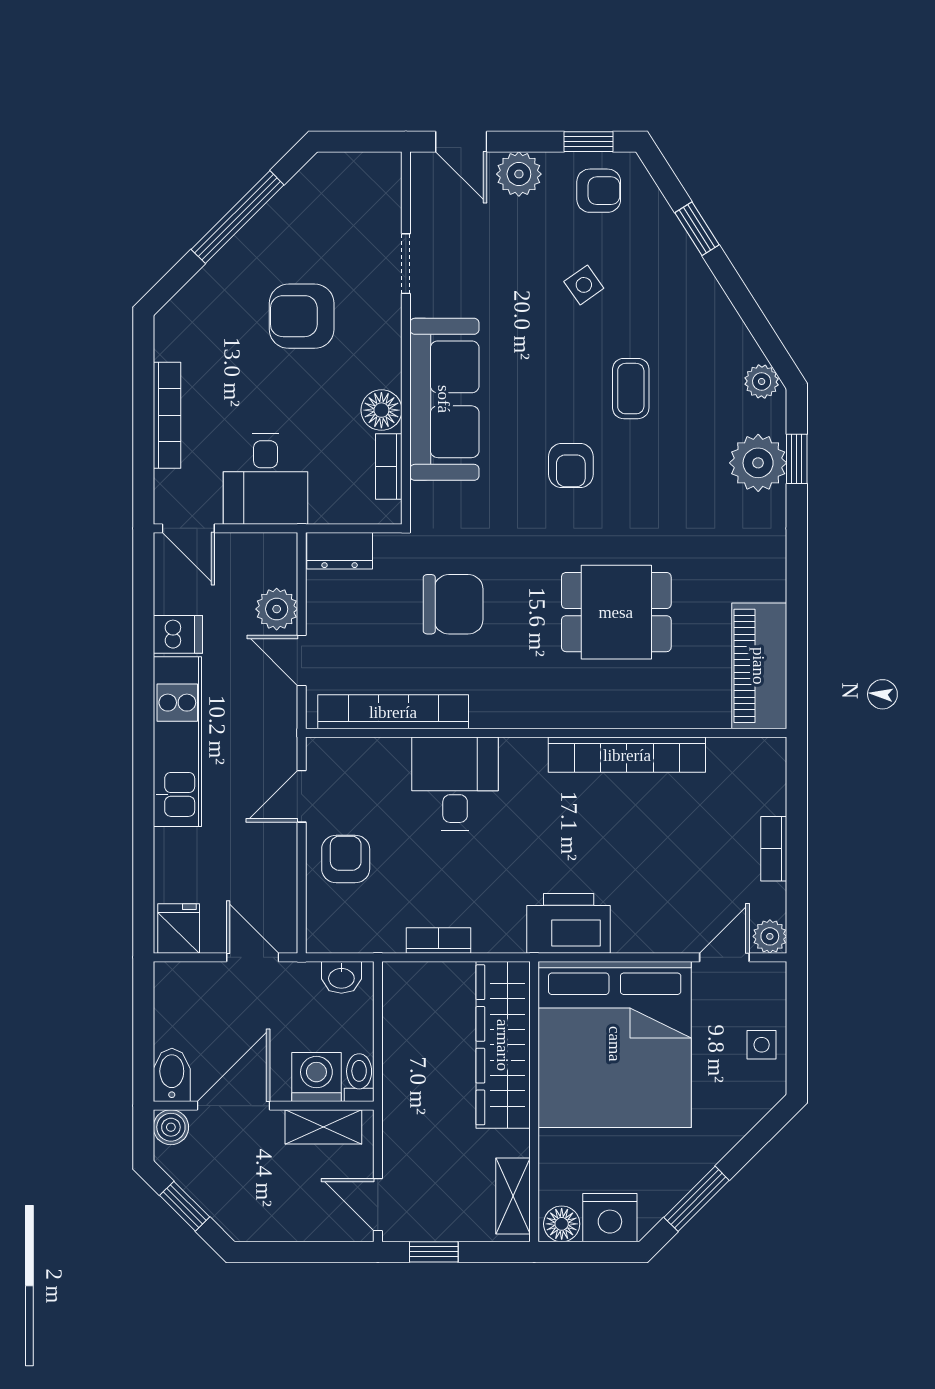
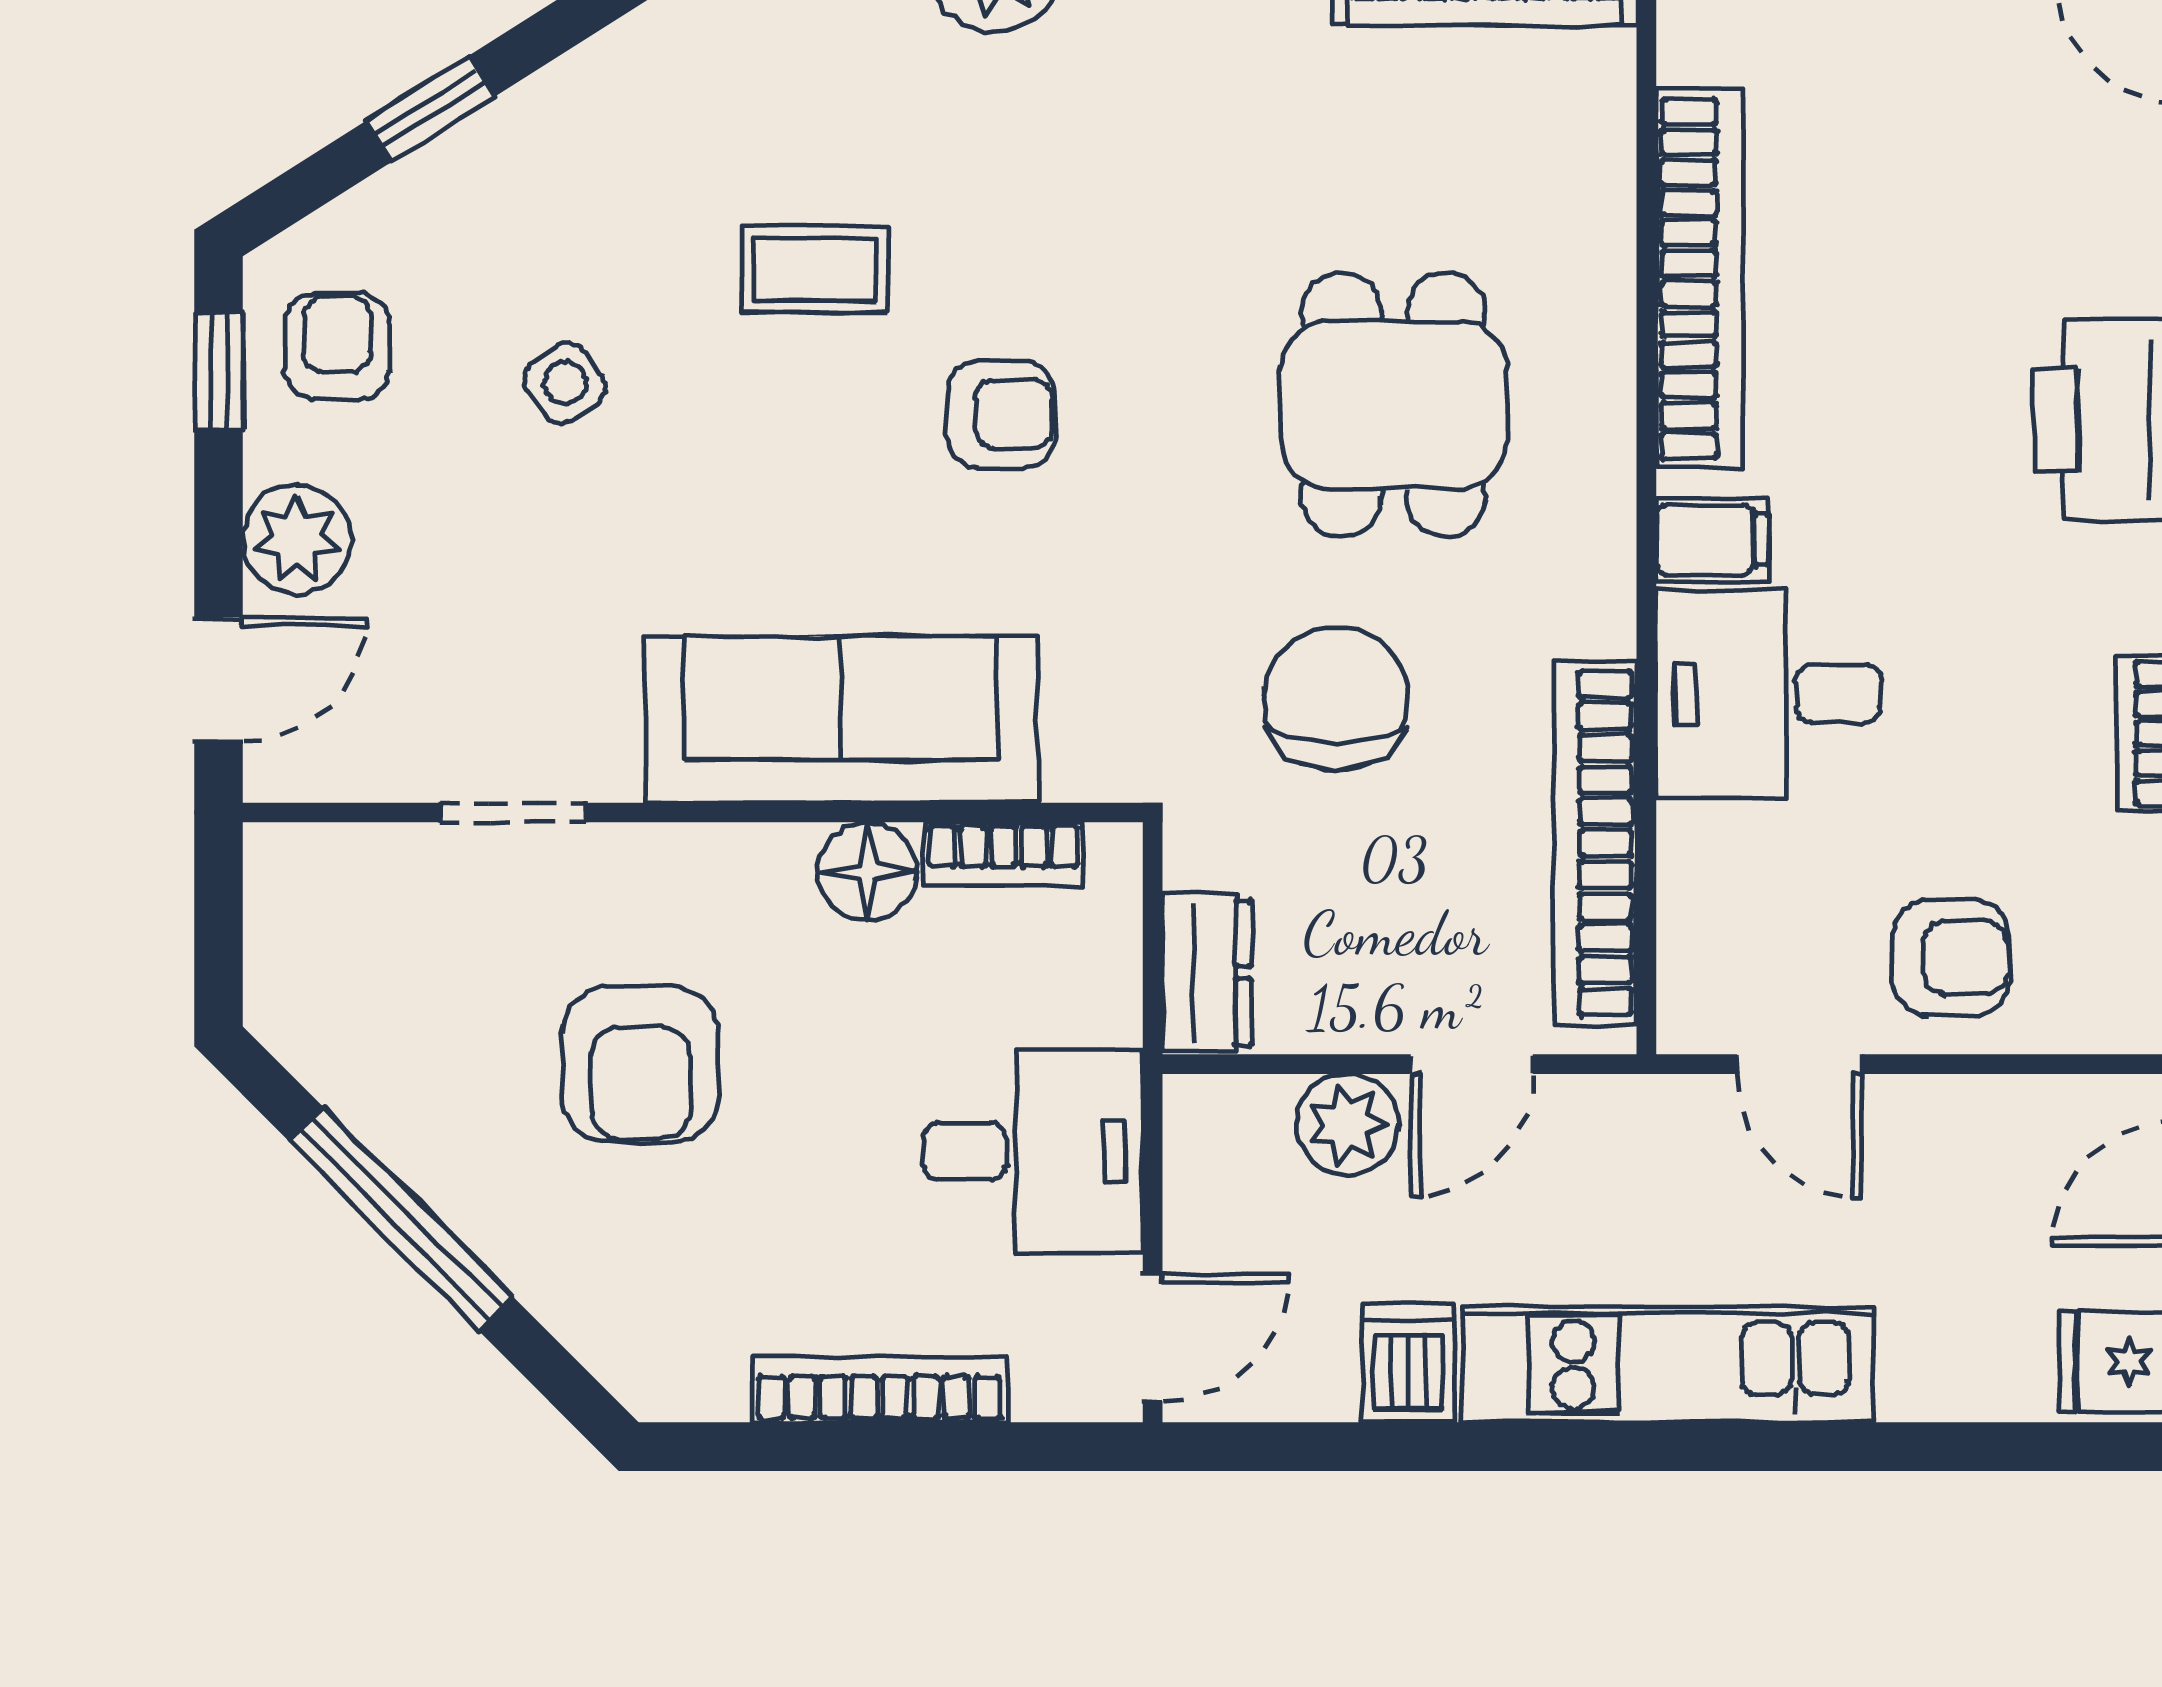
dining table: (616, 612) -> (1394, 405), moved
filing cabinet: (519, 760) -> (1712, 540), added
armchair: (346, 859) -> (1951, 958), turned 180

